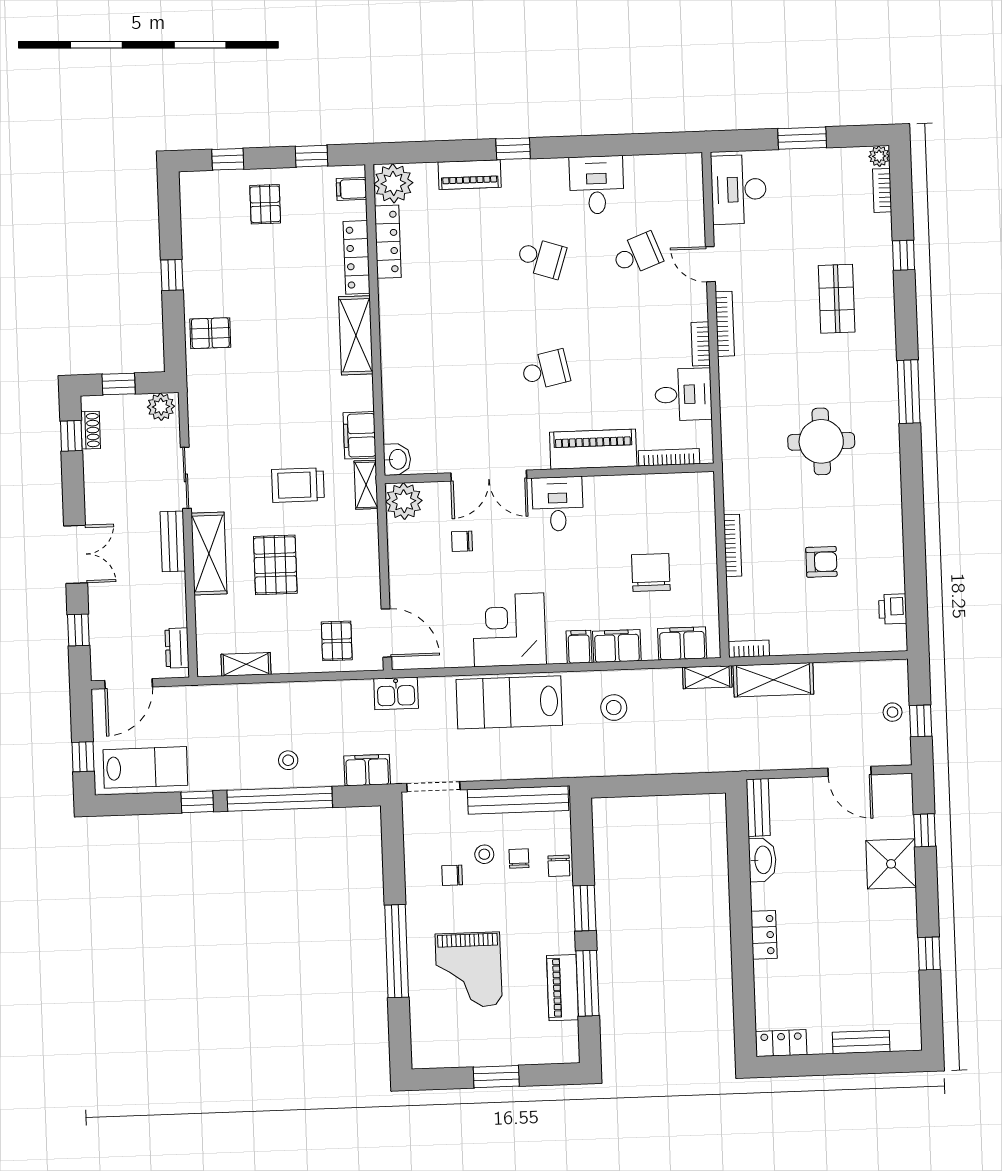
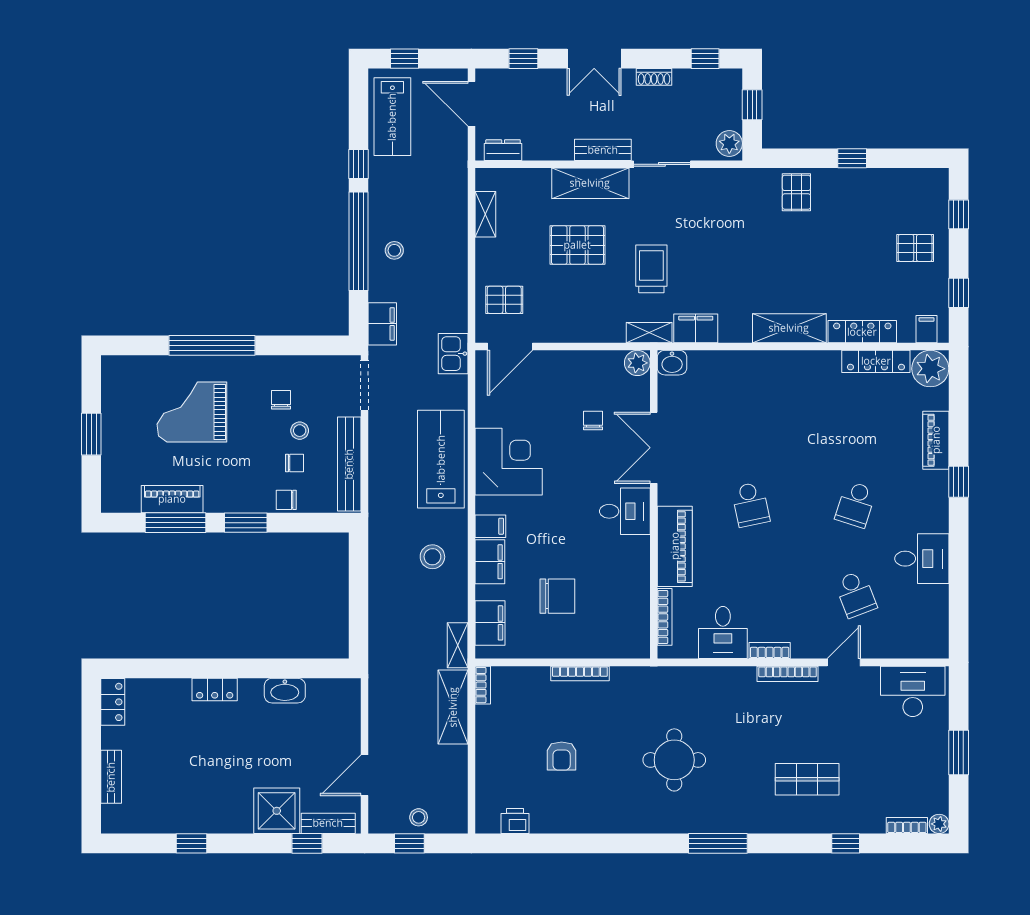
shoe rack: (91, 430) -> (654, 77), moved
plant: (404, 501) -> (637, 363), width x0.73, depth x0.73
bench: (758, 807) -> (328, 823), moved

